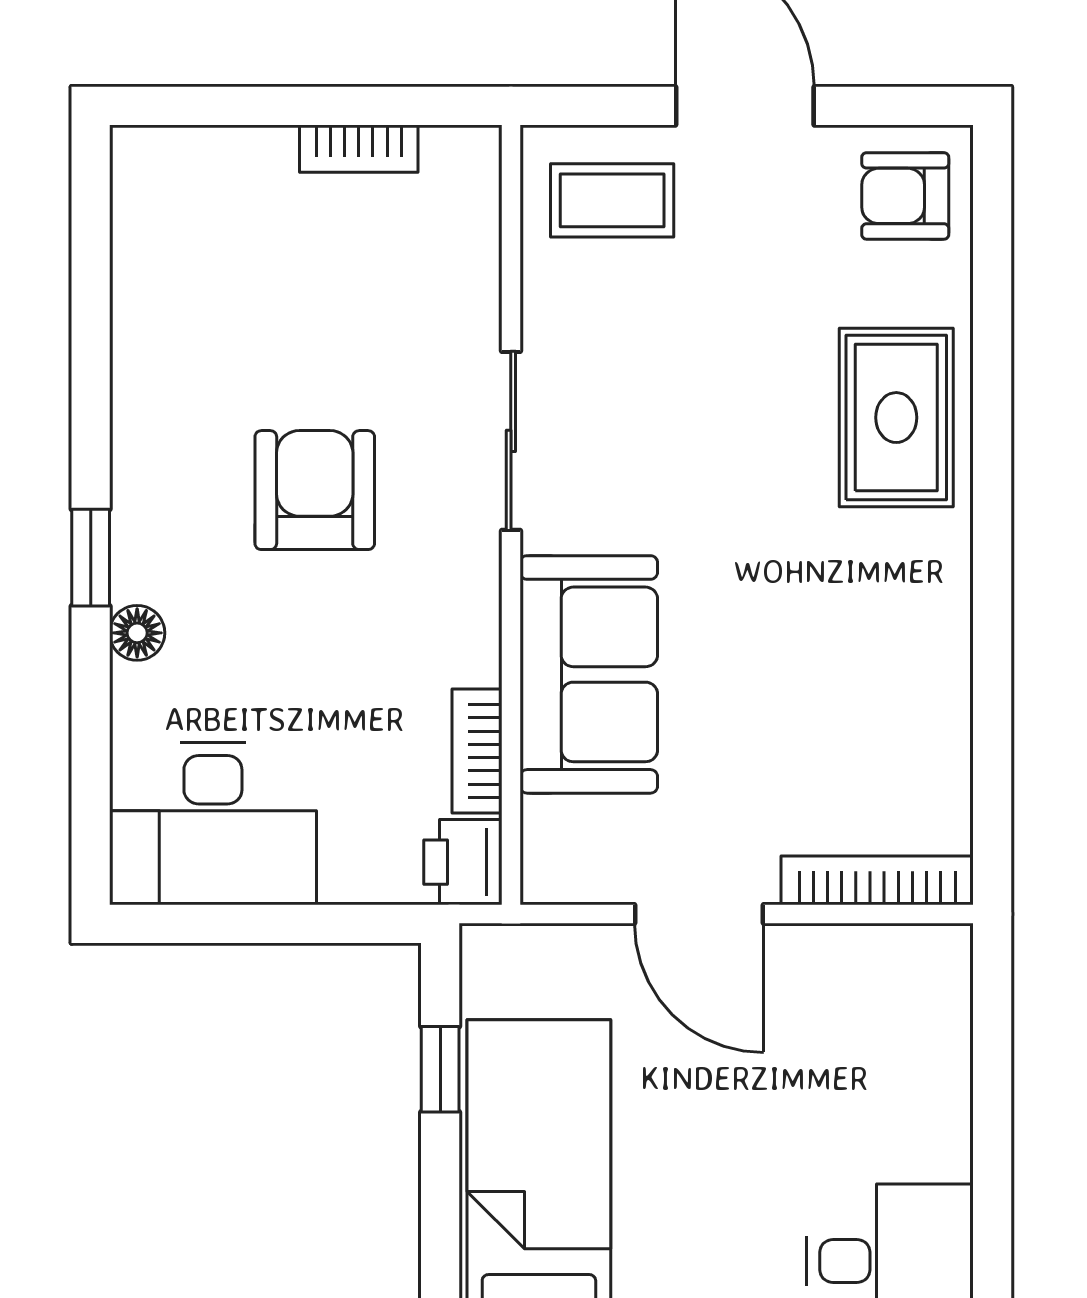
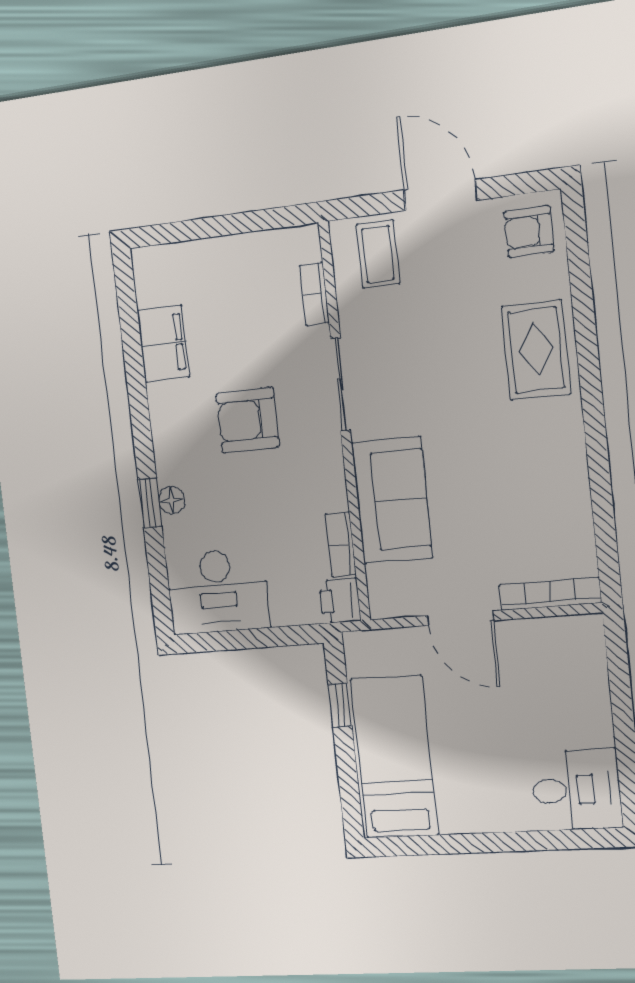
bookcase: (359, 149) -> (314, 294), moved, turned 90
coffee table: (612, 200) -> (378, 254), turned 90
filing cabinet: (157, 321) -> (163, 344), added
armchair: (315, 490) -> (248, 420), turned -90
window: (91, 558) -> (150, 503), moved

